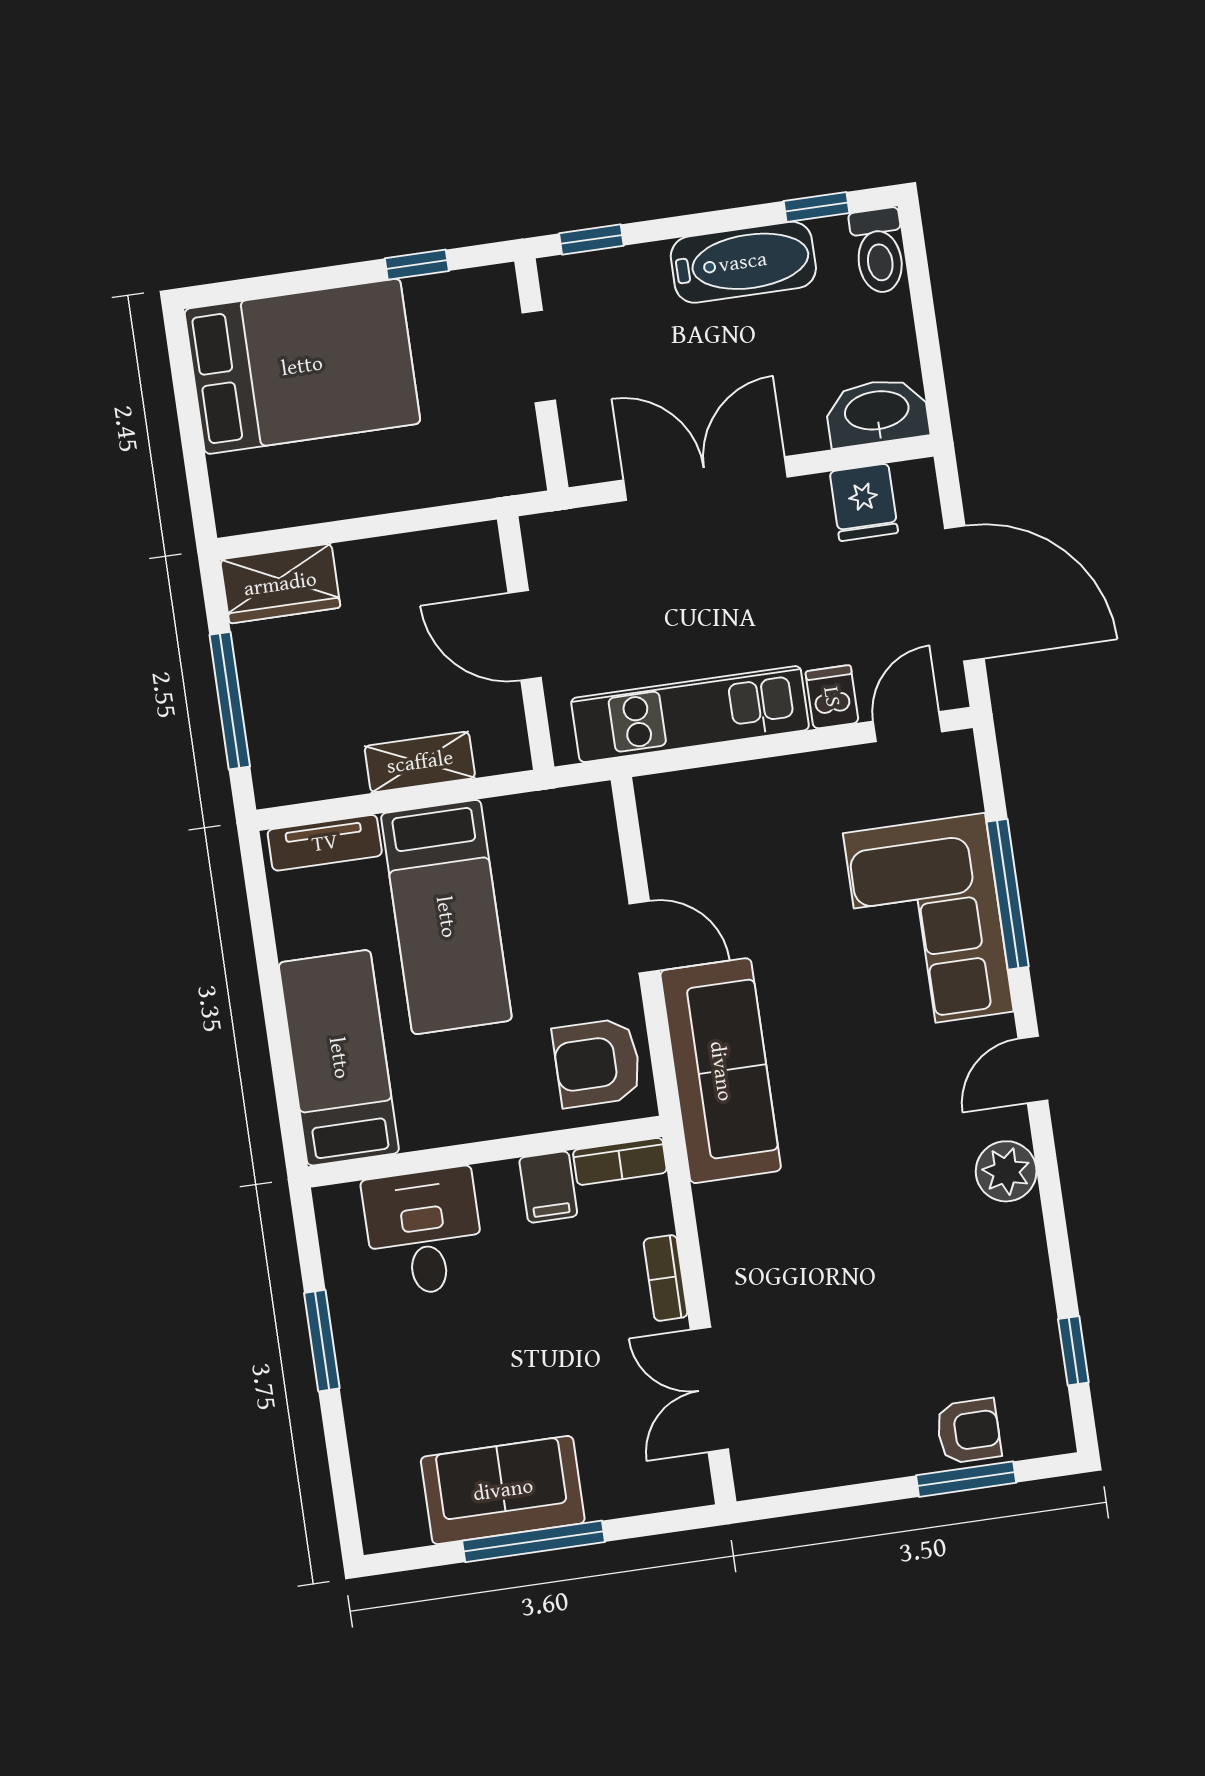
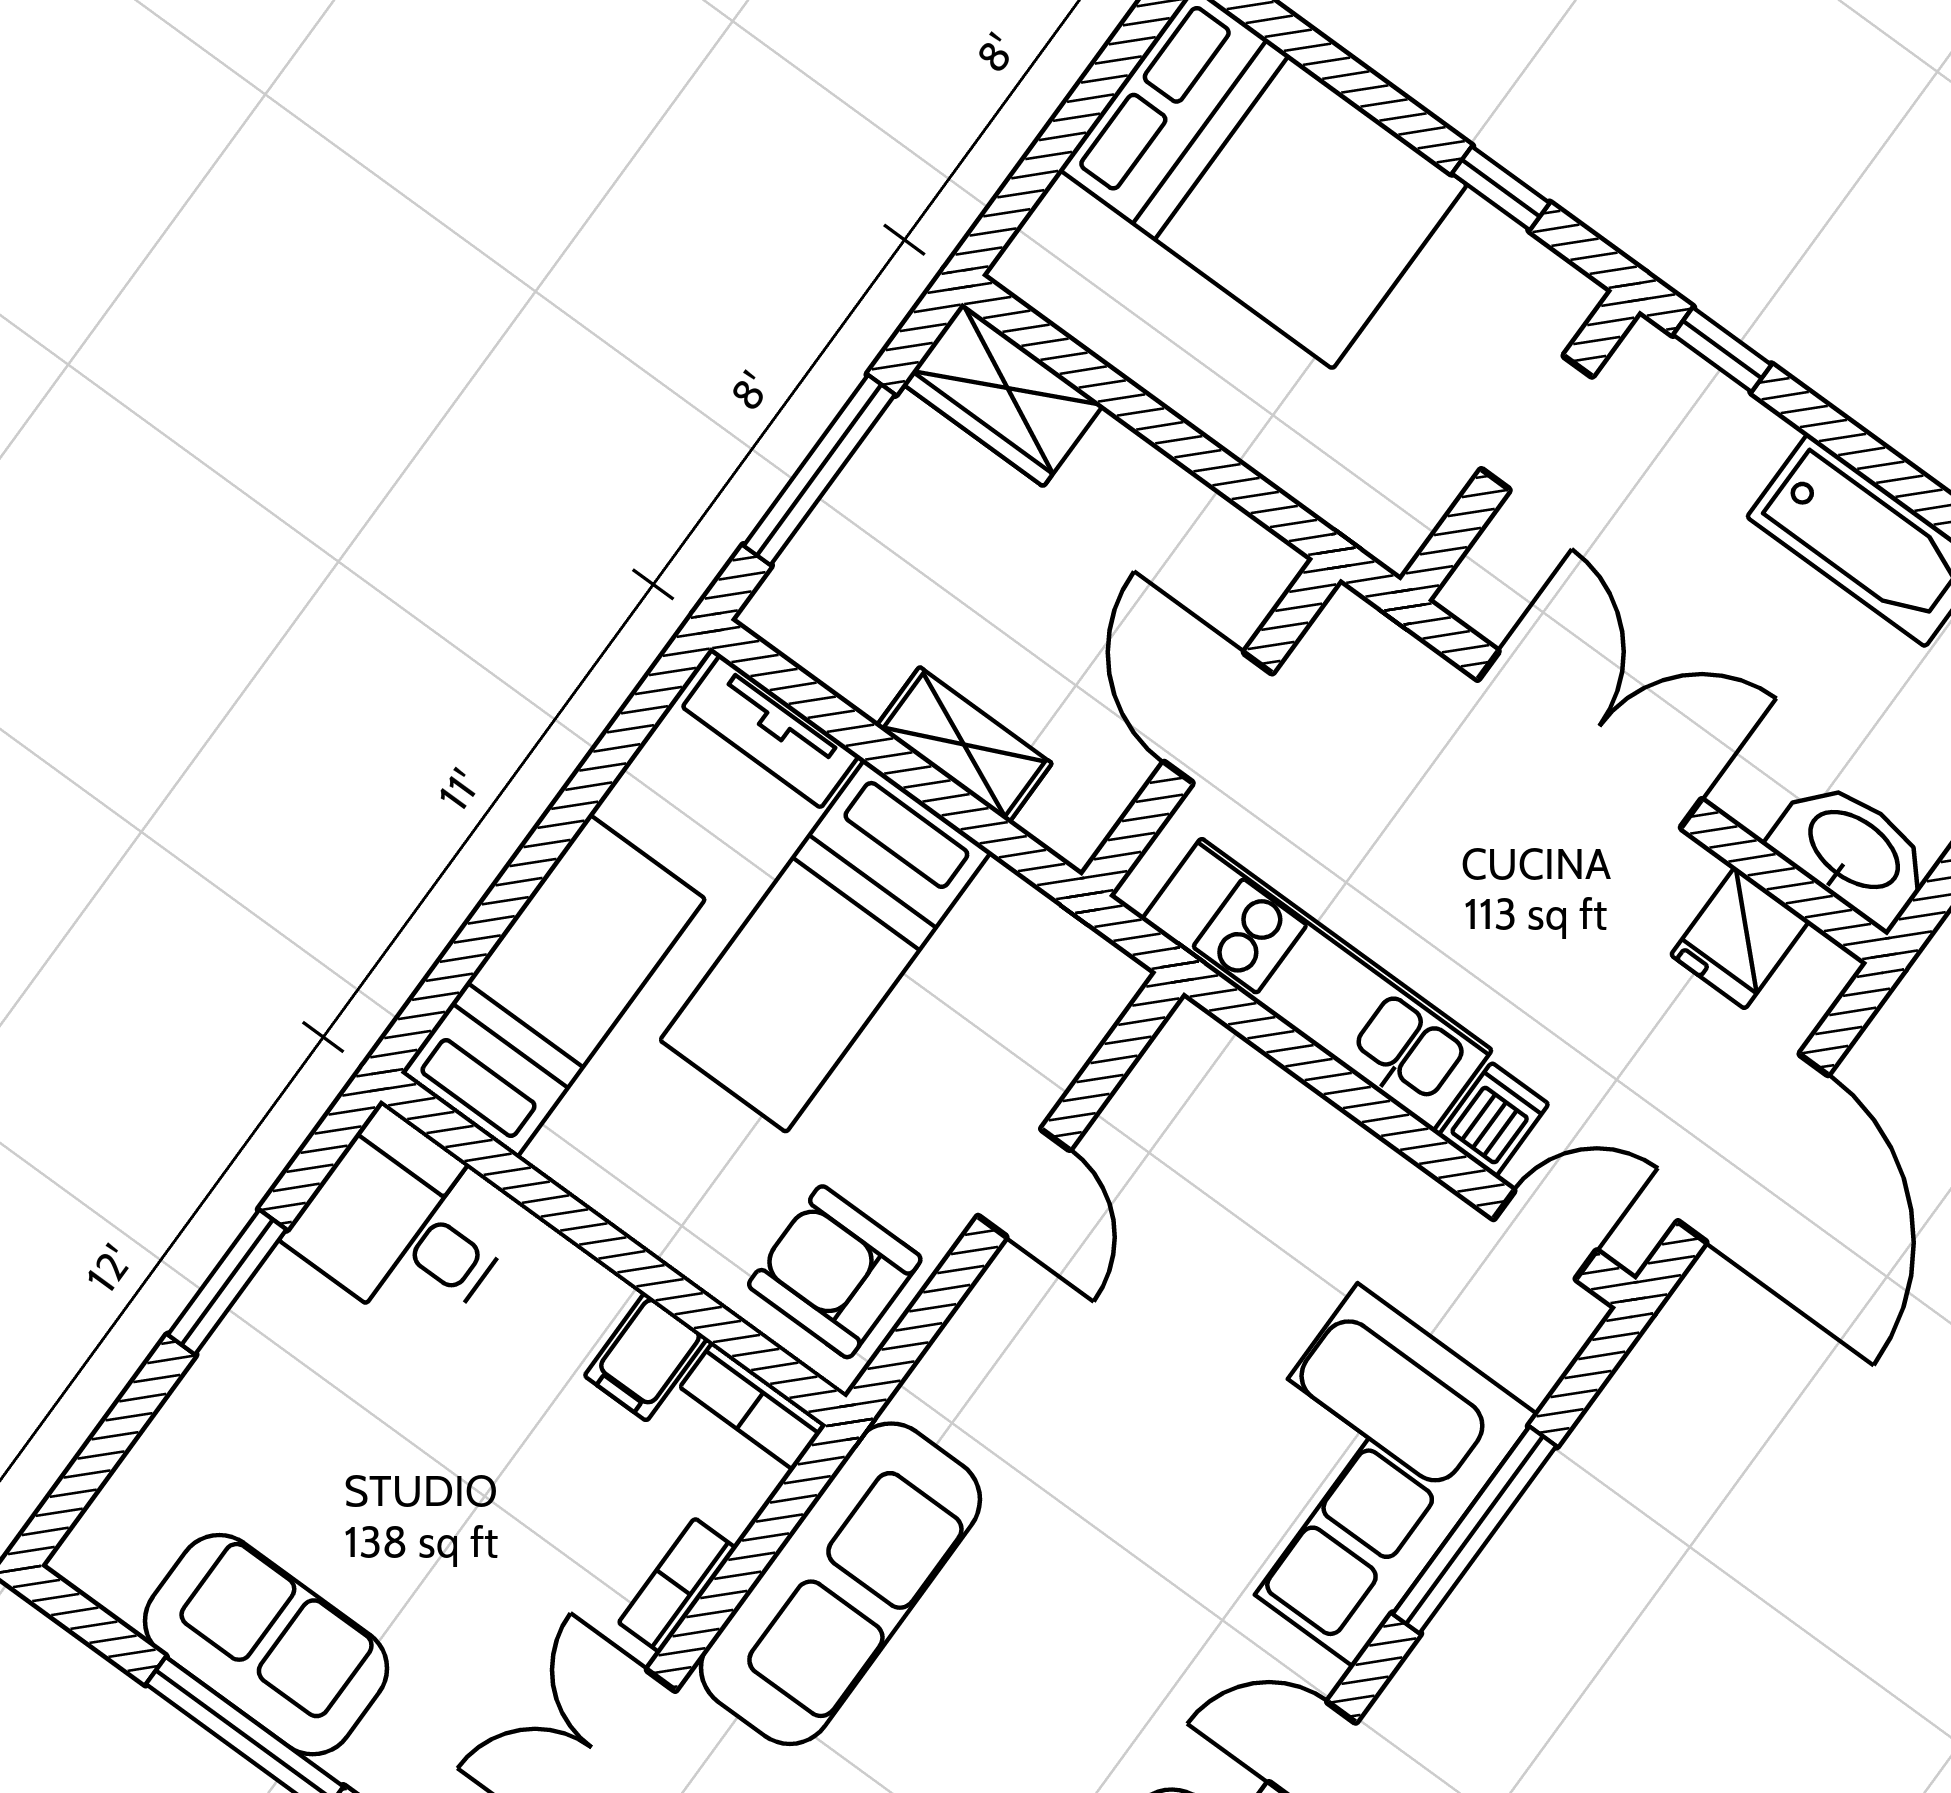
sofa: (721, 1071) -> (840, 1584), moved
desk: (424, 1232) -> (405, 1225), moved, turned -90

